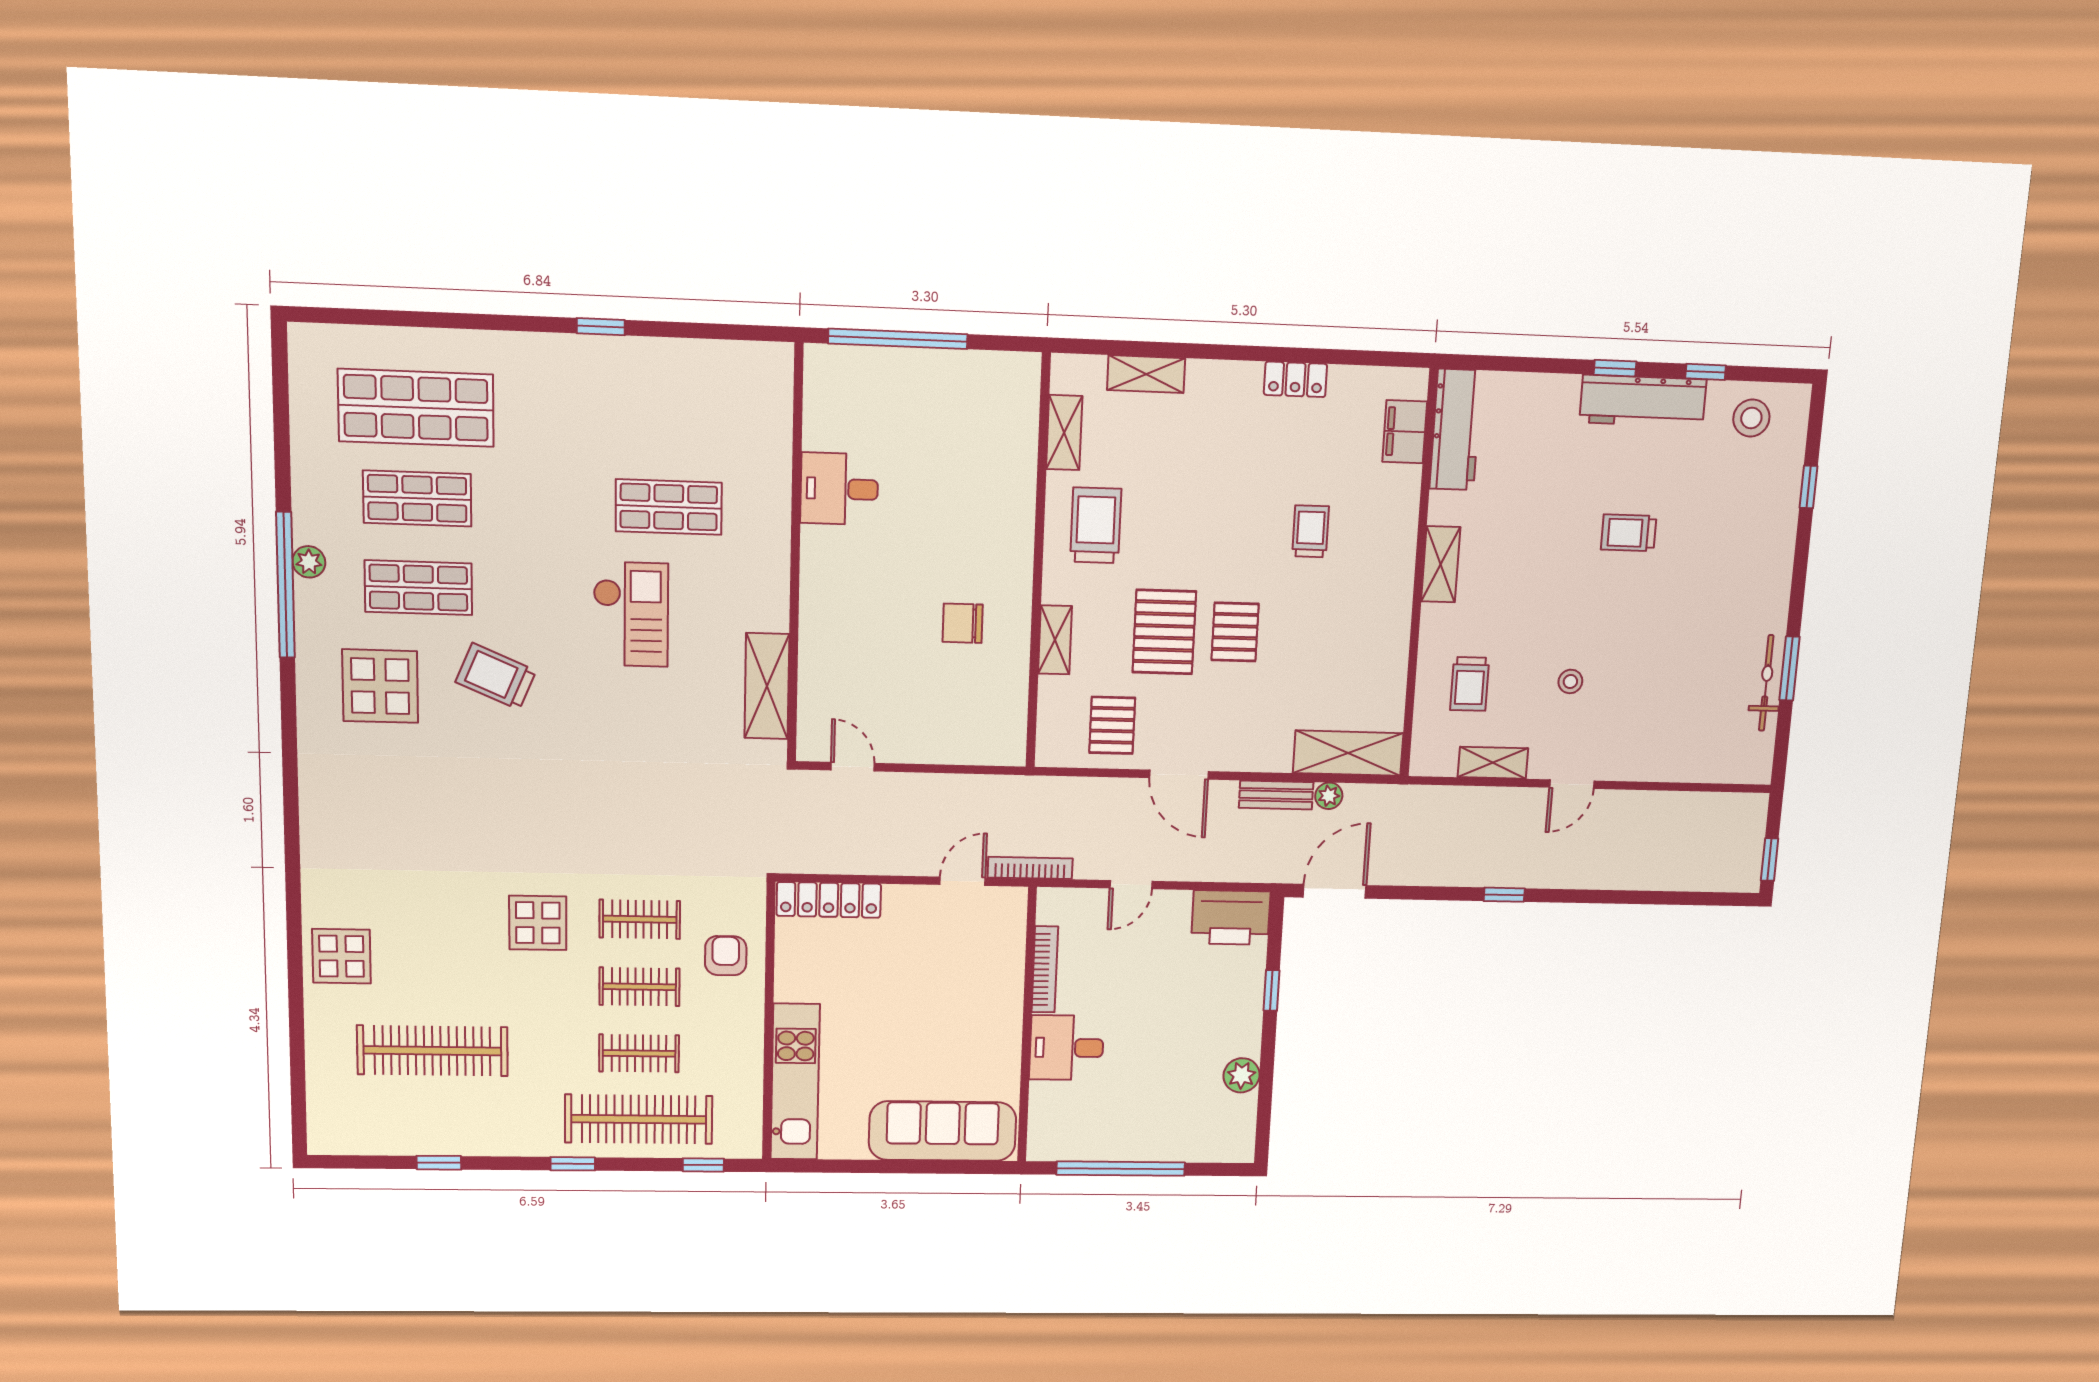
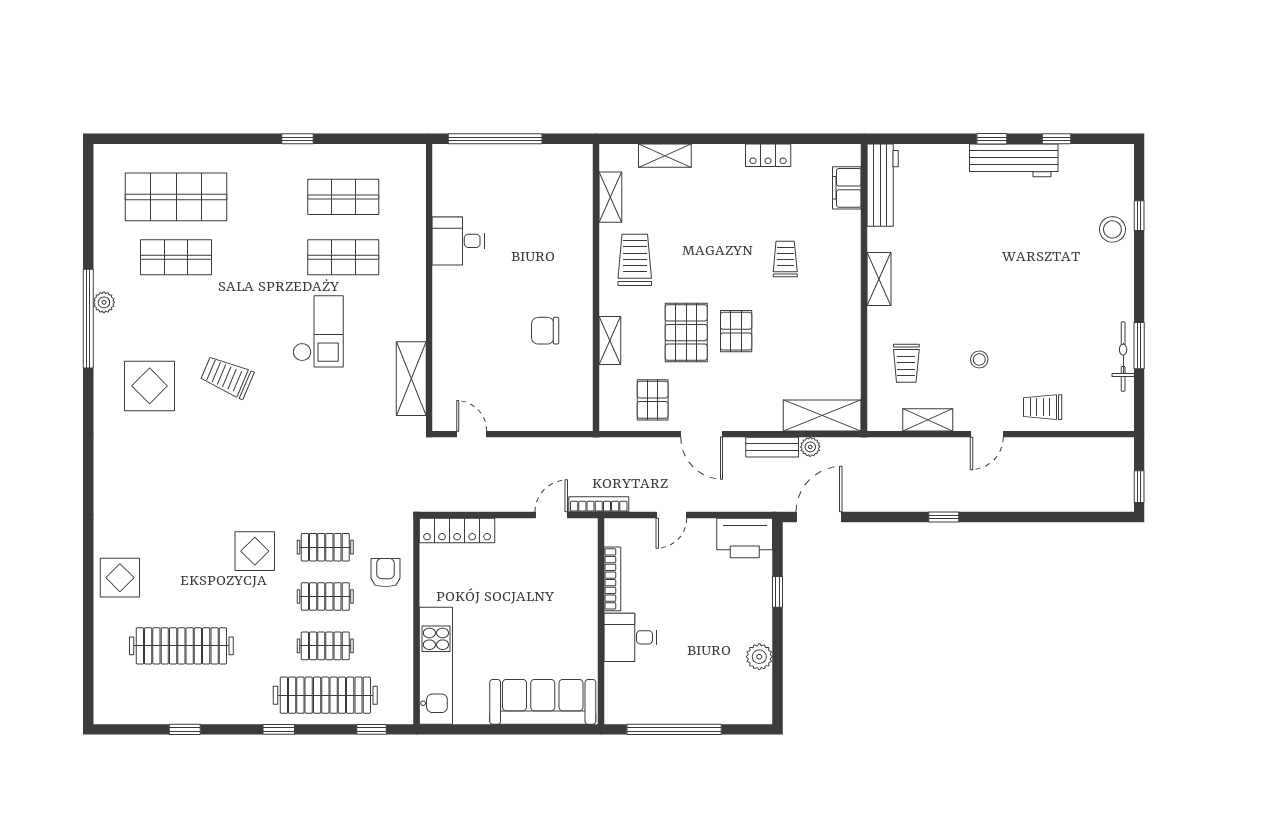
stool: (1751, 418) -> (1112, 229), moved
trolley: (1629, 533) -> (1043, 407), moved
shop shelf: (418, 588) -> (343, 197), moved

